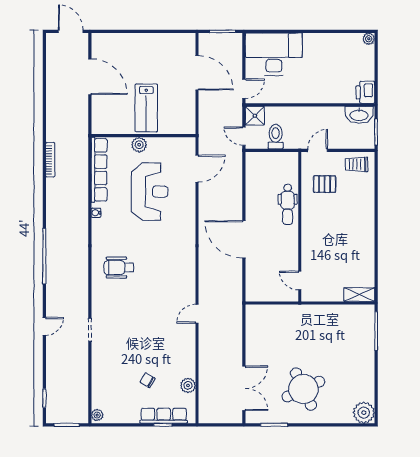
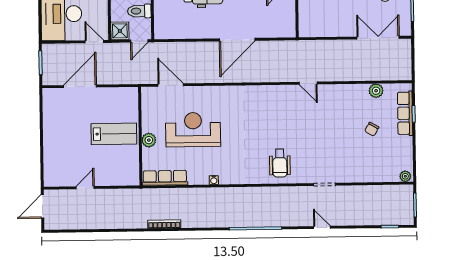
door: (90, 77) -> (85, 188), width x0.53
row of seats: (99, 170) -> (165, 178), width x0.73
wheelchair: (119, 268) -> (280, 163), moved

